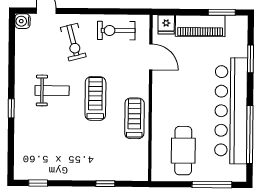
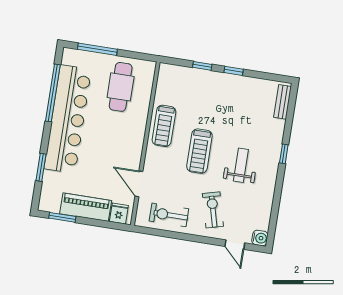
exercise bike: (116, 31) -> (169, 215), turned 180
weight bench: (52, 91) -> (241, 165), turned 90
bench: (20, 160) -> (283, 102), added
window: (38, 183) -> (234, 71), moved

